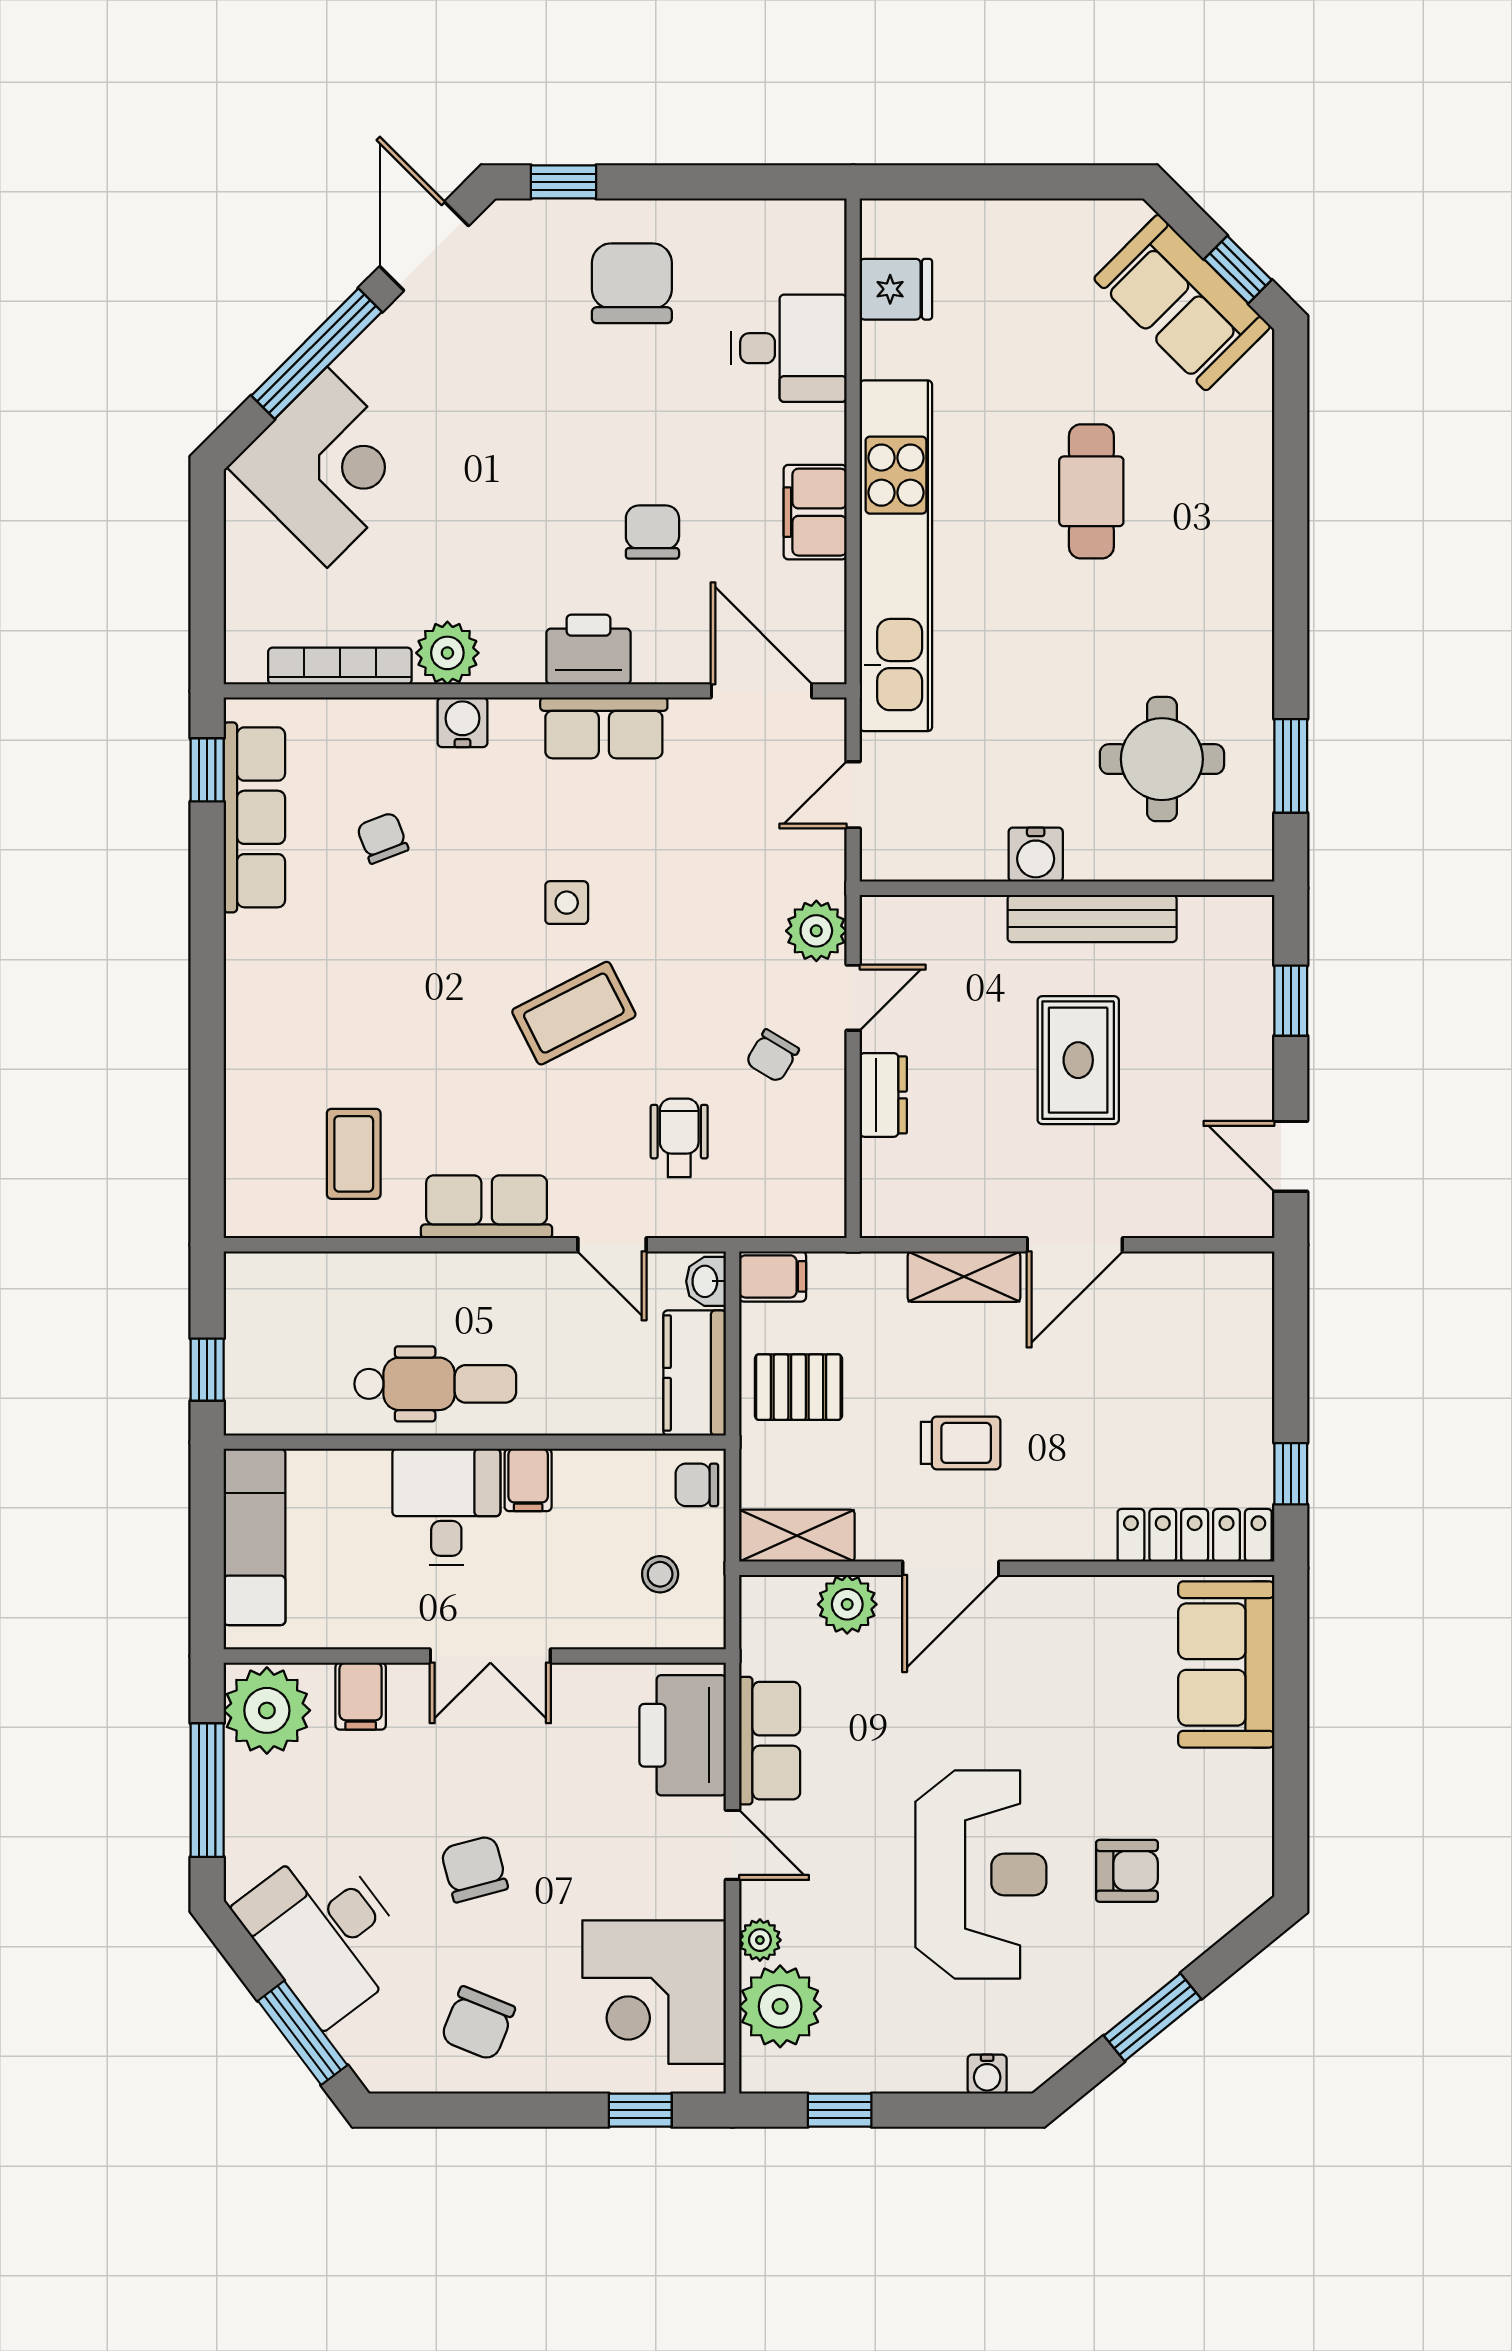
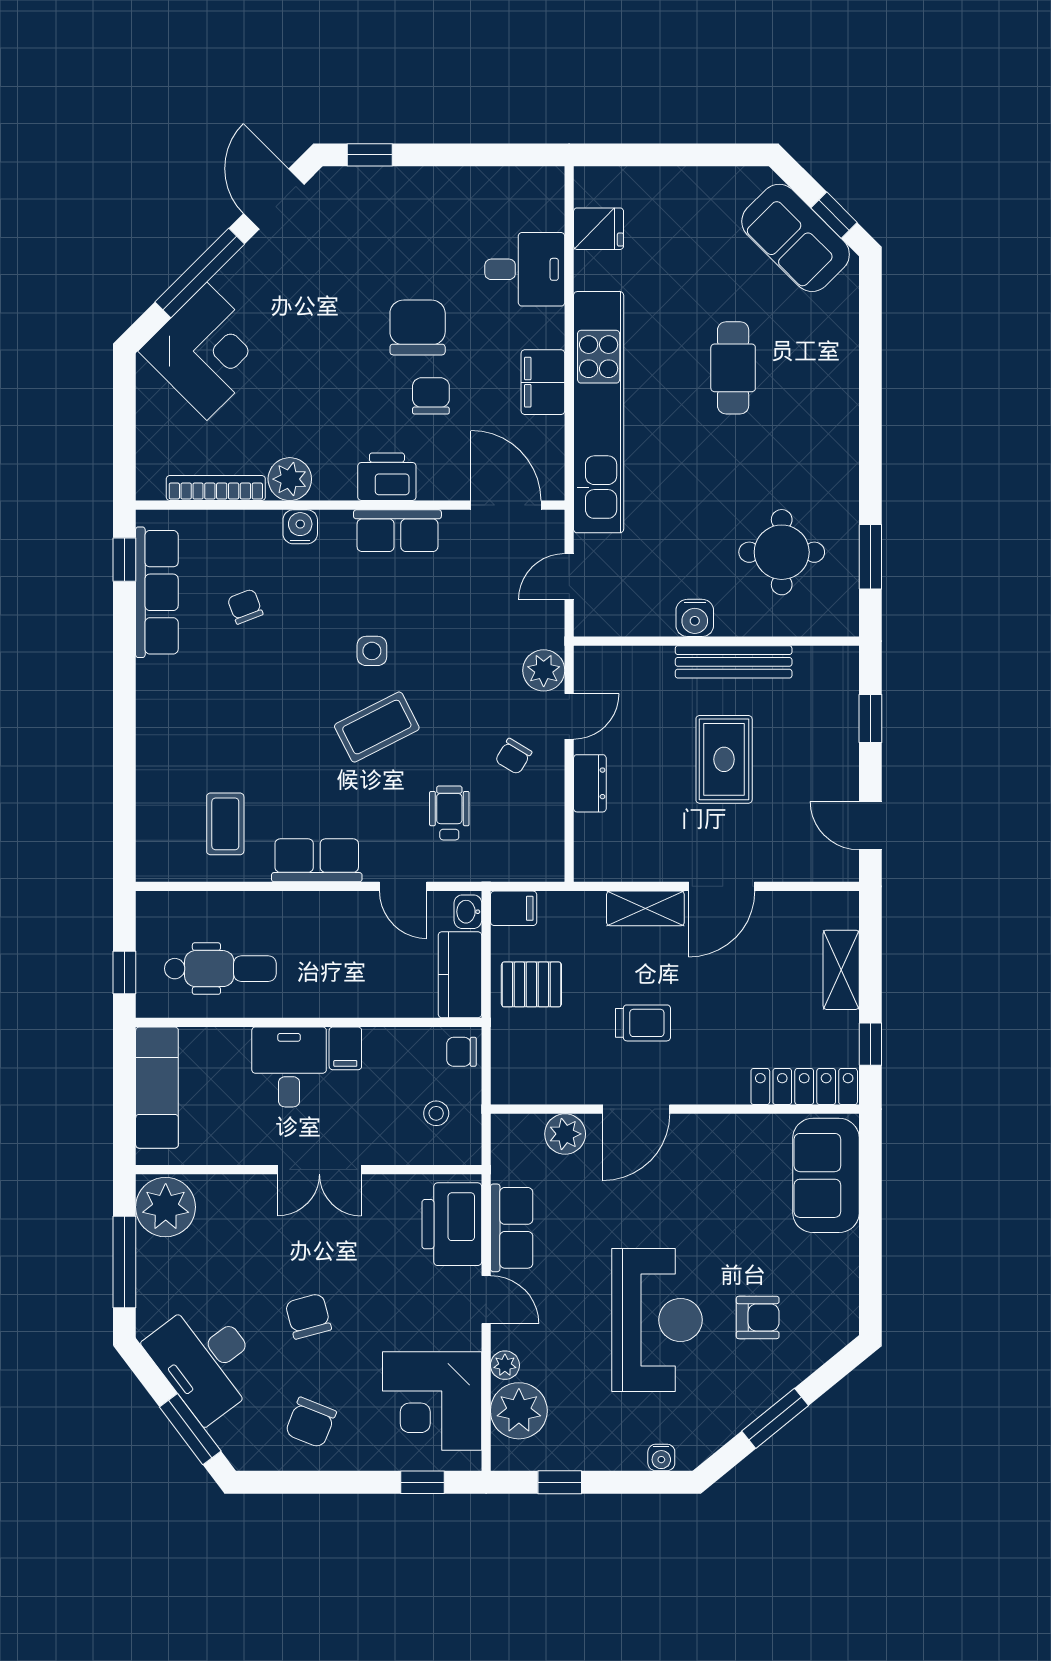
chair: (632, 283) -> (418, 328), moved
dental chair: (435, 1384) -> (220, 969), moved
shelving: (797, 1536) -> (841, 970), moved, turned 90
filing cabinet: (361, 1696) -> (230, 1197), removed

